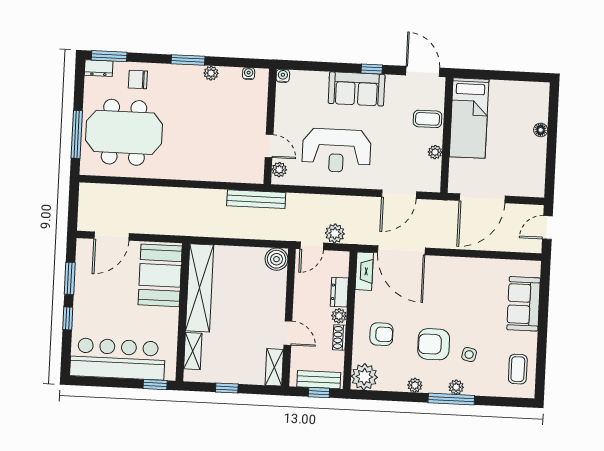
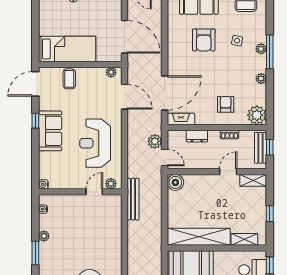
reception desk: (336, 151) -> (95, 143), turned 180
plant: (435, 152) -> (111, 72), moved
plant: (339, 316) -> (214, 136), removed
armchair: (434, 344) -> (204, 40), moved

